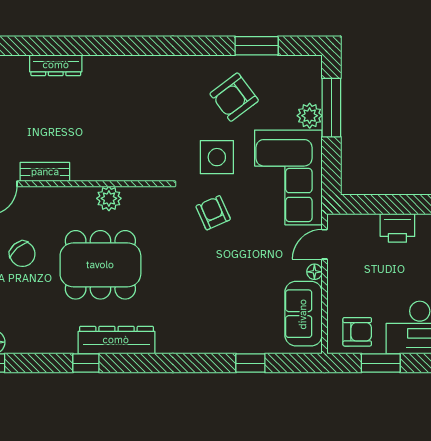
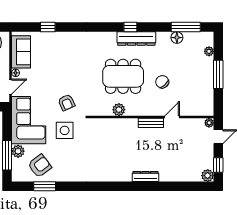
armchair: (234, 97) -> (40, 166), moved
dresser: (116, 340) -> (136, 39), moved

